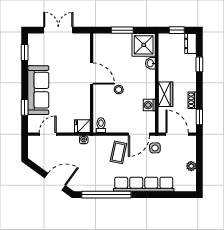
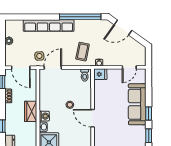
wardrobe: (165, 94) -> (31, 111), moved
washing machine: (149, 105) -> (44, 116), moved
window: (25, 107) -> (149, 113), moved
coffee table: (118, 152) -> (83, 52), moved

